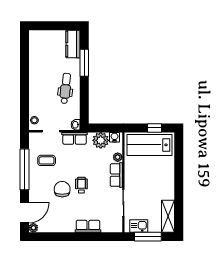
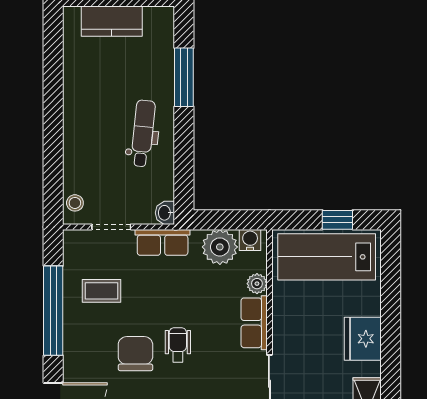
kitchen counter: (73, 44) -> (112, 21), moved, turned -90
fridge: (166, 182) -> (363, 339), added

